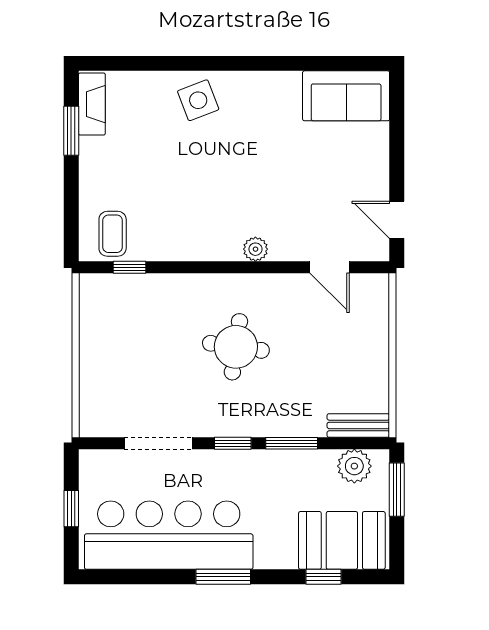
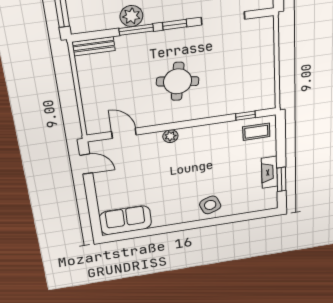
fireplace: (92, 104) -> (270, 172), moved
coffee table: (113, 234) -> (256, 132), turned 90
plant: (354, 466) -> (131, 16), moved

